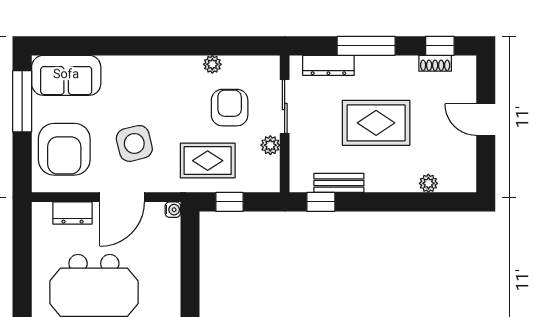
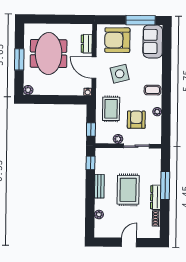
window: (440, 46) -> (165, 221), removed
dresser: (328, 65) -> (156, 197), moved
coffee table: (168, 75) -> (153, 90), added
armchair: (230, 108) -> (136, 120), turned -90
bench: (339, 183) -> (99, 186), moved
window: (229, 202) -> (91, 129), moved

